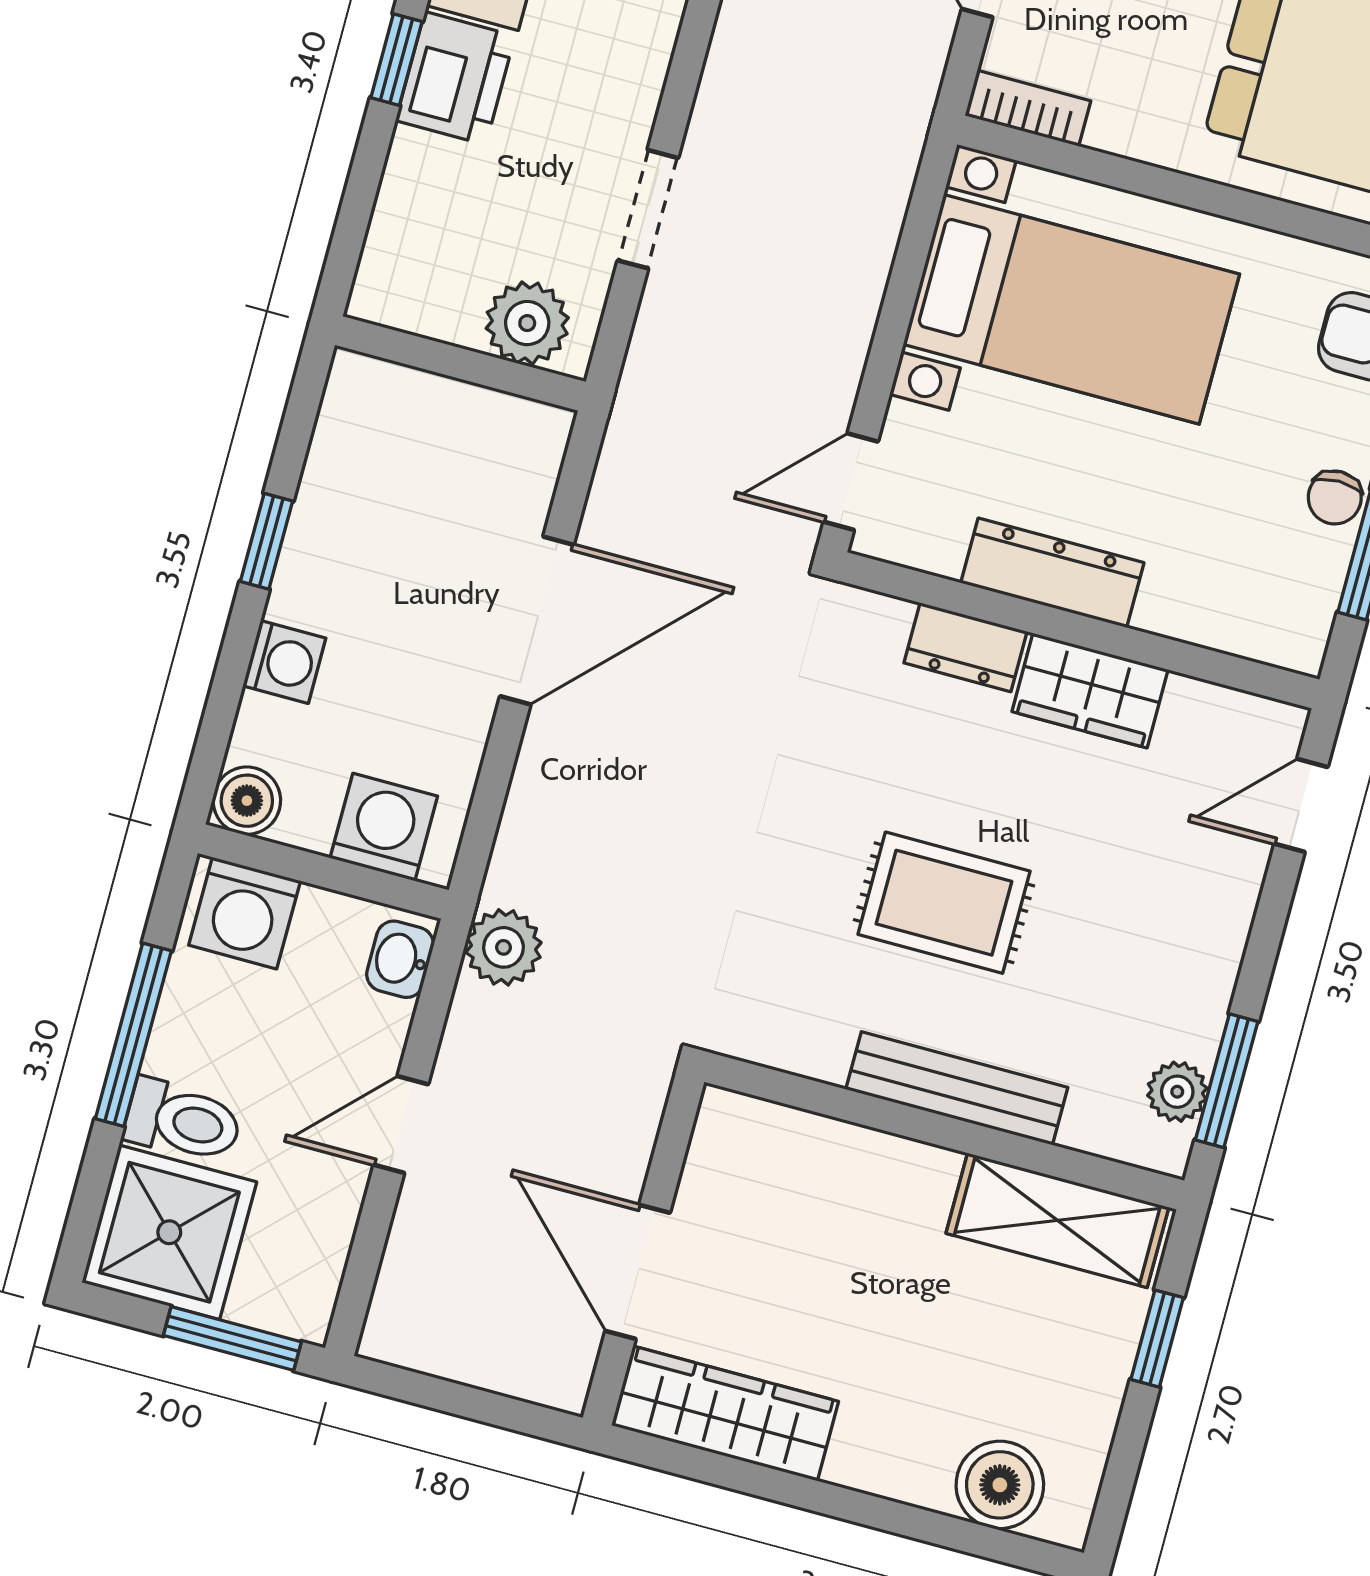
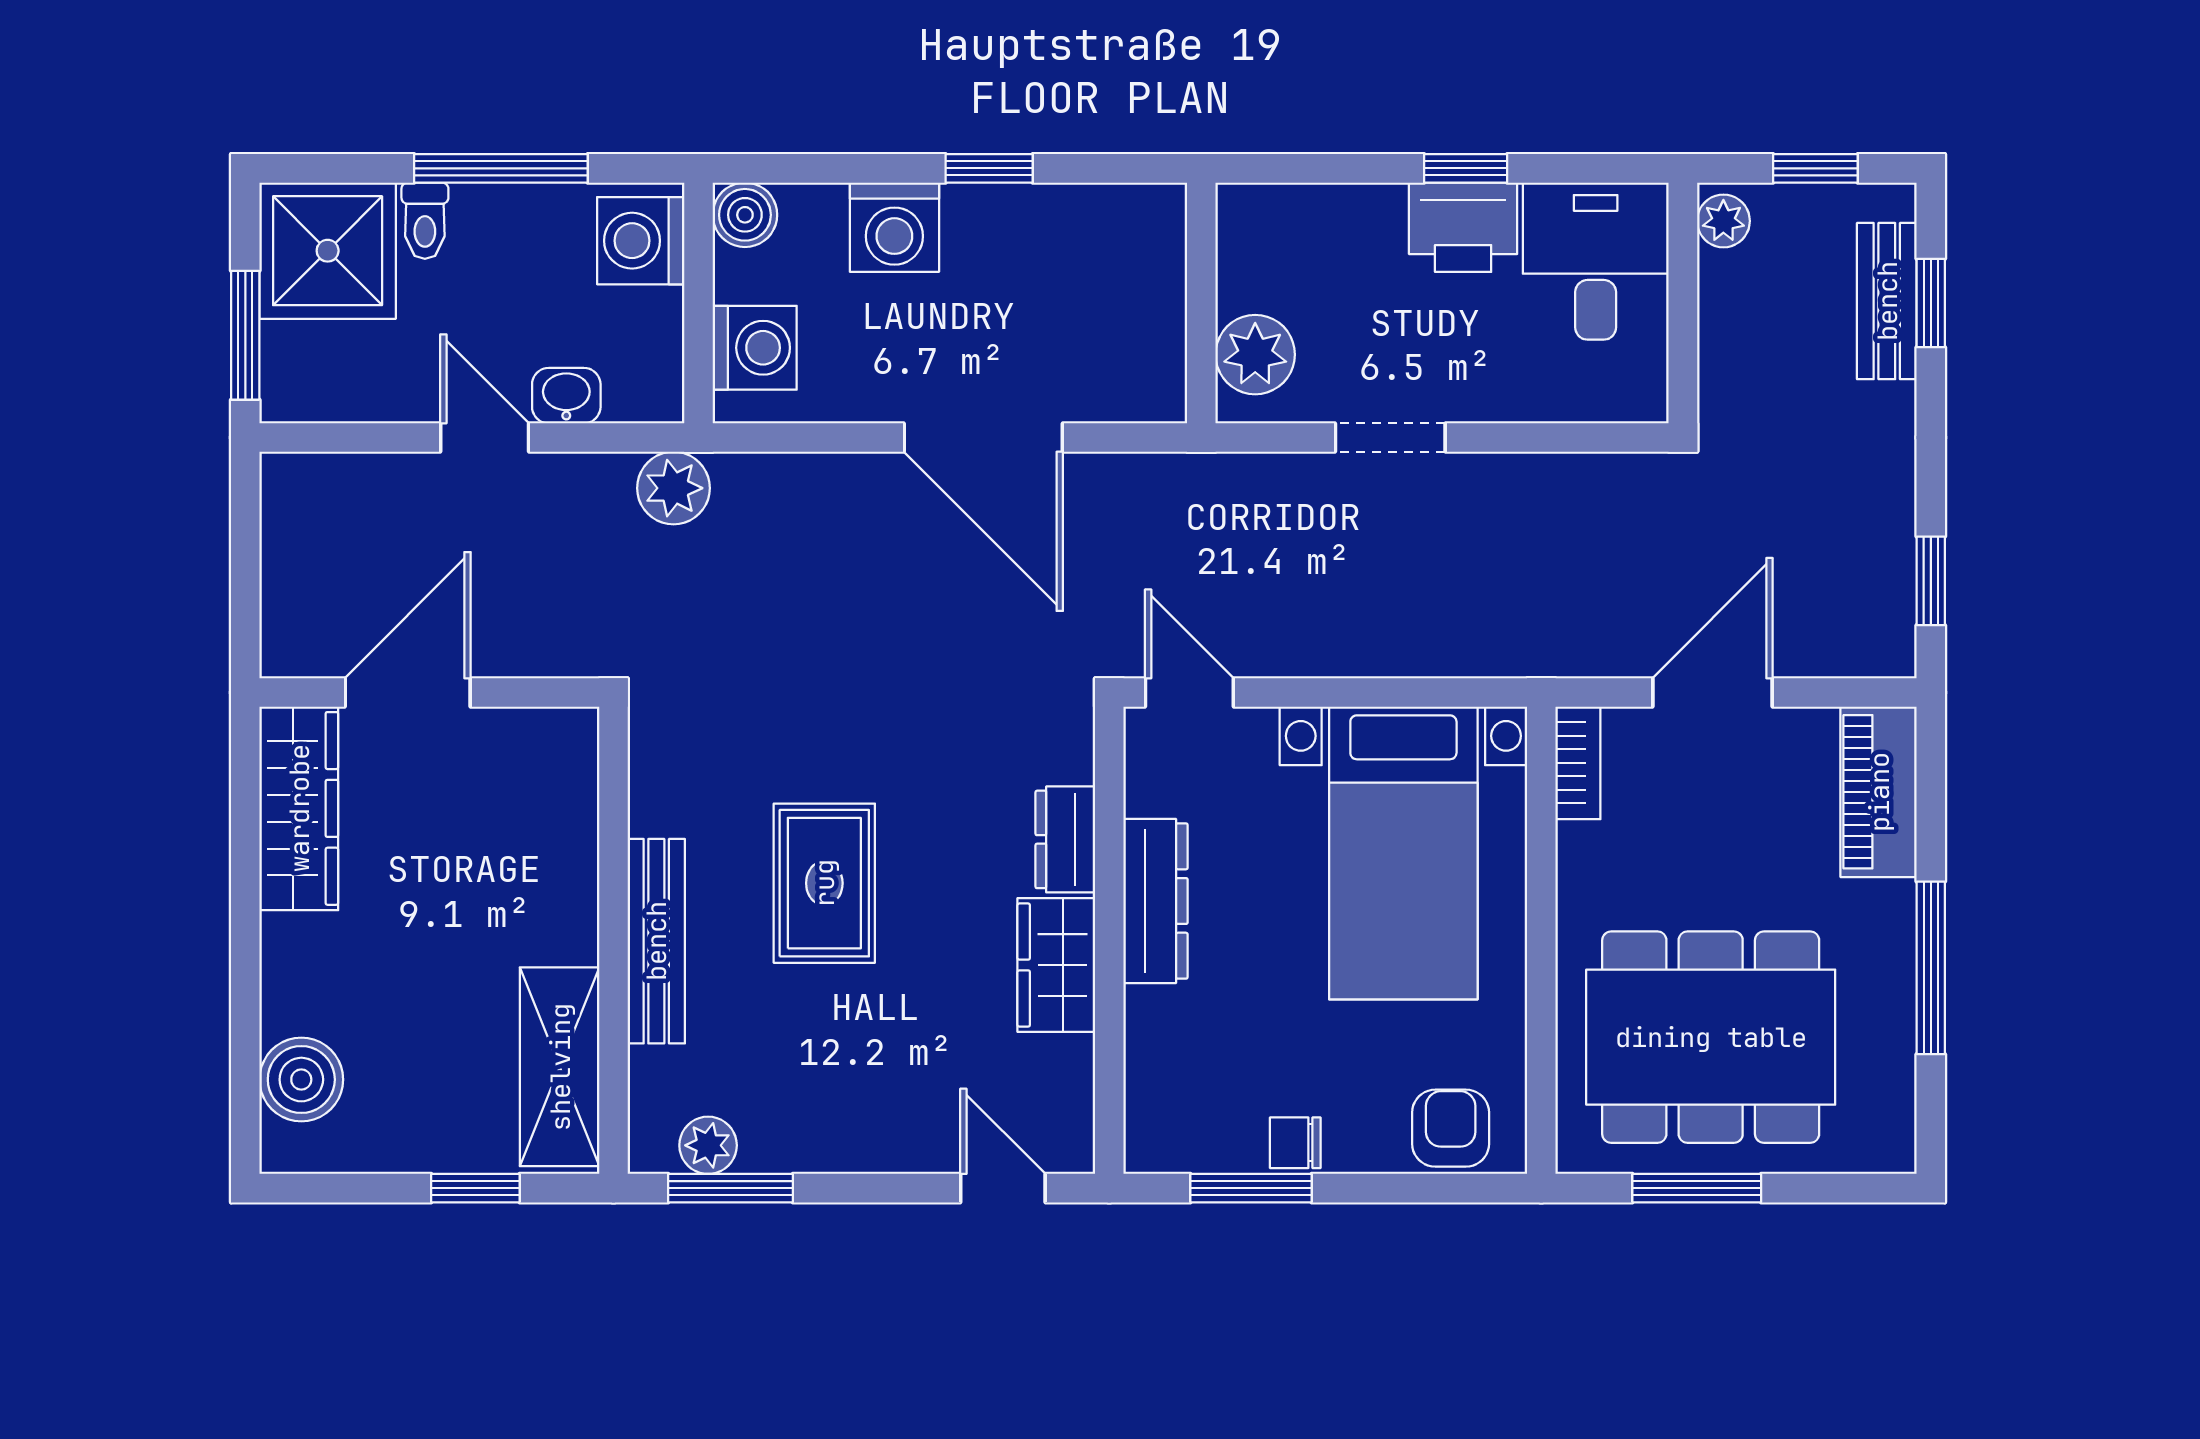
washing machine: (284, 662) -> (894, 227), width x1.38, depth x1.38
washbasin: (400, 959) -> (566, 396), moved
toilet: (183, 1121) -> (425, 221), width x0.73, depth x0.72

